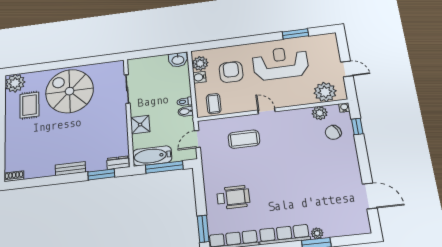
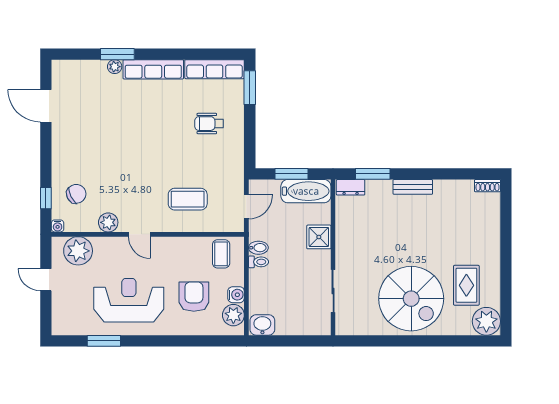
reception desk: (280, 63) -> (129, 300), turned 180
armchair: (231, 72) -> (194, 297), turned 180
door: (266, 111) -> (139, 234), moved
plant: (320, 113) -> (108, 222), moved
window: (164, 167) -> (292, 174), width x0.69
wheelchair: (233, 197) -> (209, 124), width x0.73, depth x0.73

